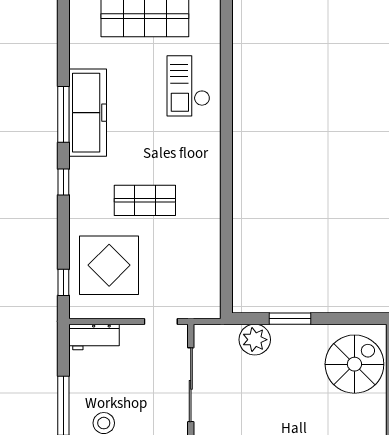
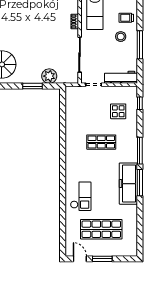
window: (63, 182) -> (140, 151), width x2.17
display table: (109, 265) -> (118, 111), width x0.54, depth x0.54
workbench: (94, 337) -> (121, 77), width x1.38

